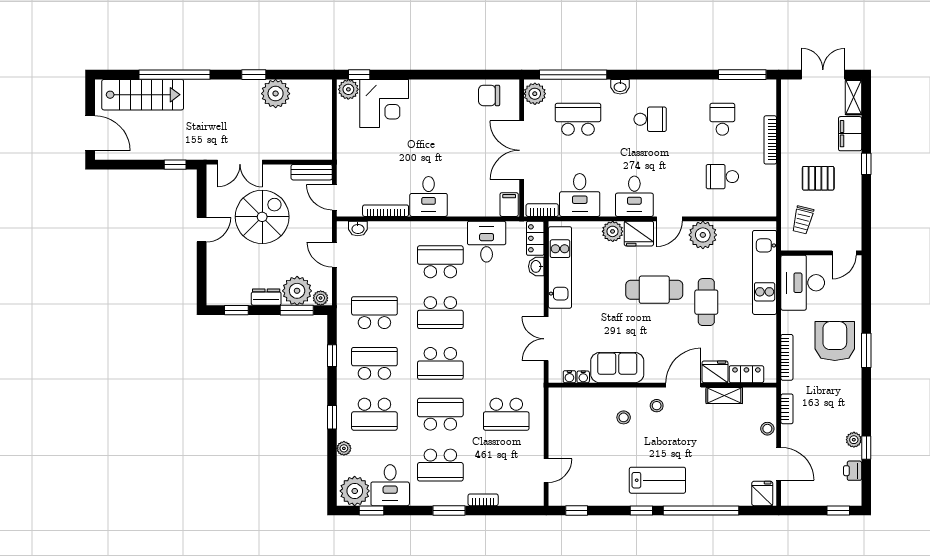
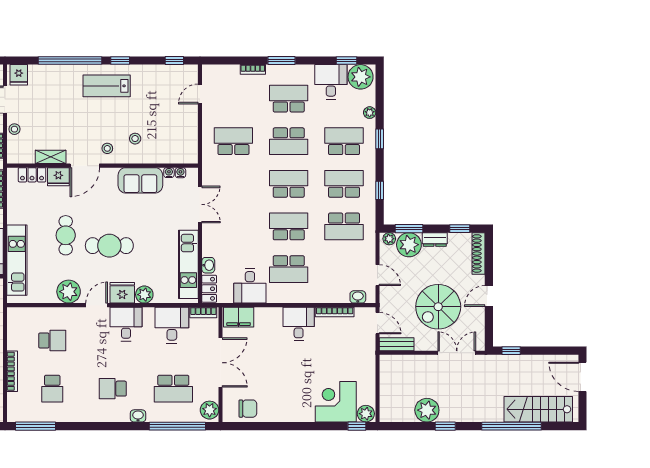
filing cabinet: (509, 205) -> (239, 317), width x2.00
shoe rack: (214, 280) -> (478, 253), added
school desk: (374, 363) -> (344, 184), turned 180

